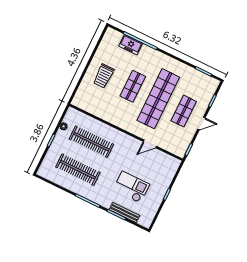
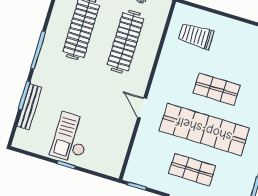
trolley: (104, 76) -> (196, 36), moved
door: (150, 144) -> (142, 108), moved
checkout: (131, 187) -> (71, 138), moved, turned 180

